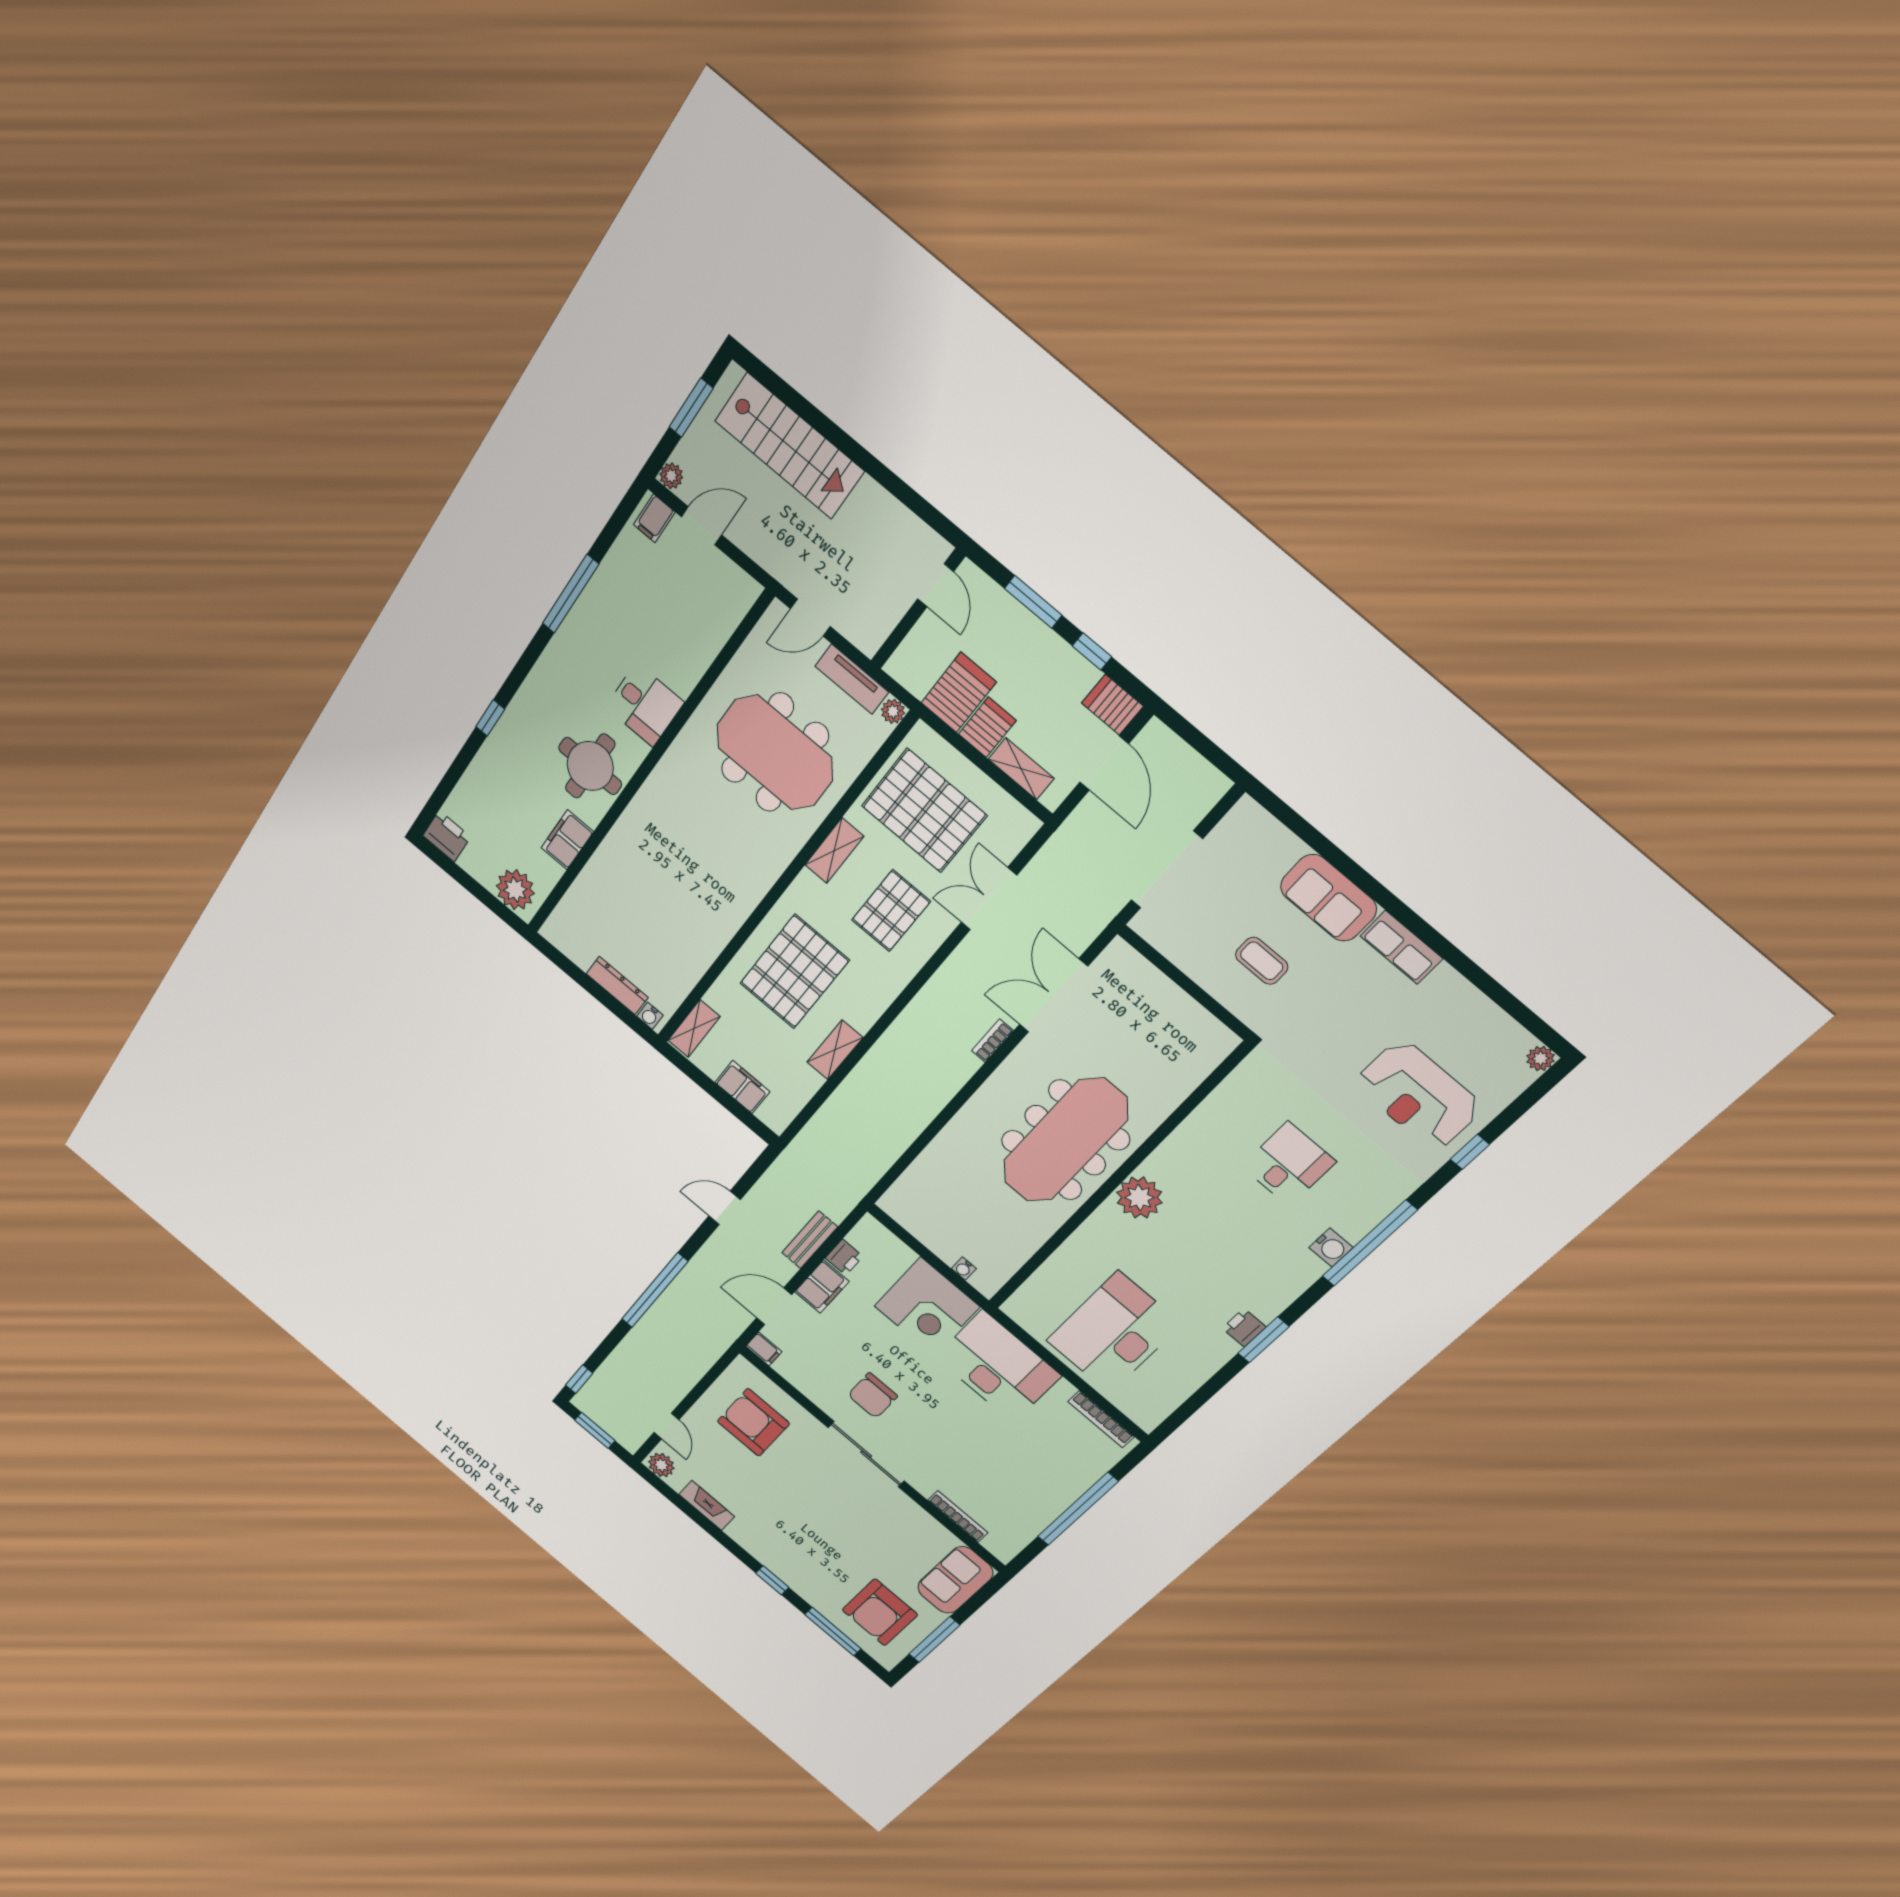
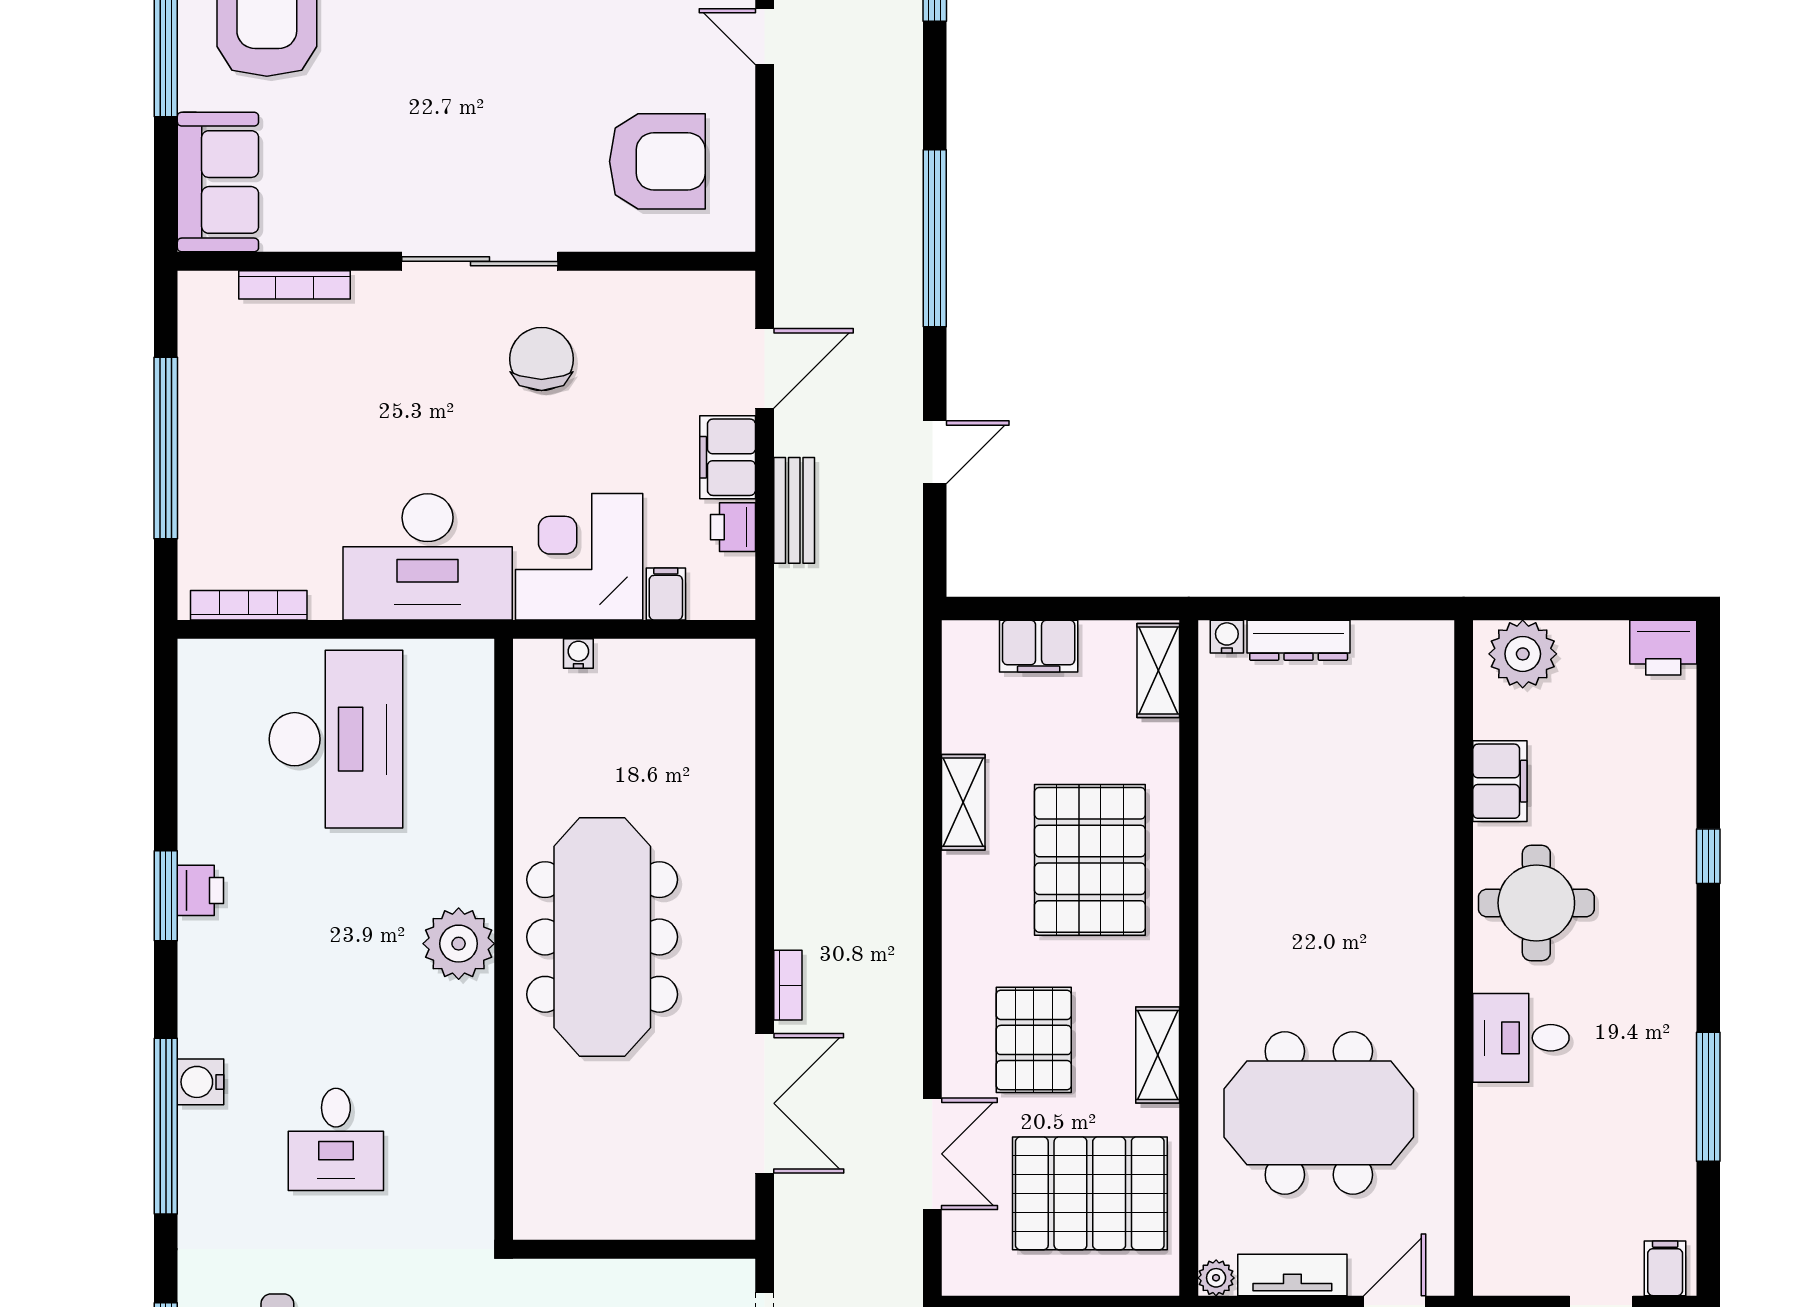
filing cabinet: (764, 1349) -> (666, 594), moved, turned 90

